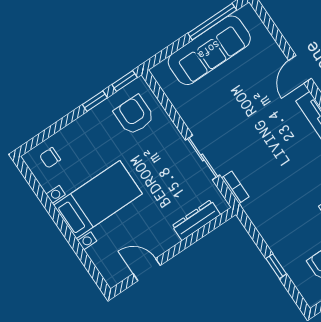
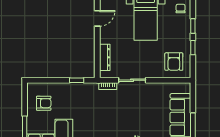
window: (125, 81) -> (193, 26), moved
armchair: (134, 115) -> (174, 62), turned 90
window: (276, 266) -> (77, 80), moved

